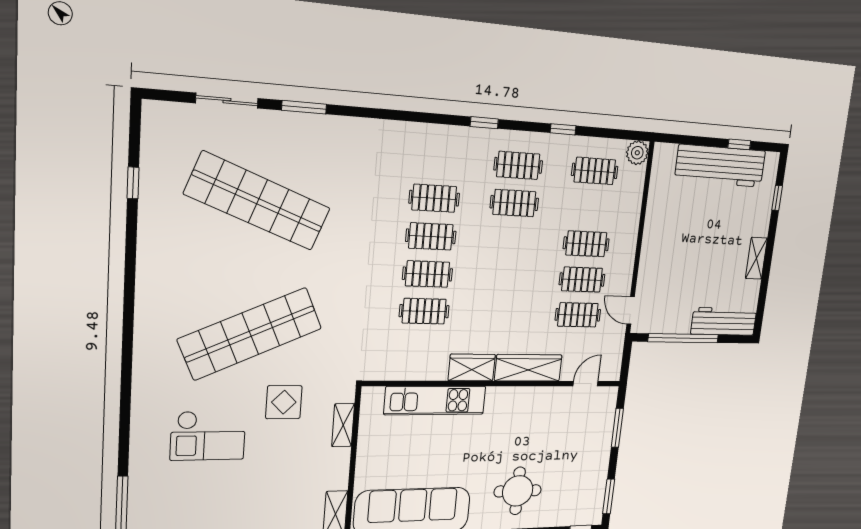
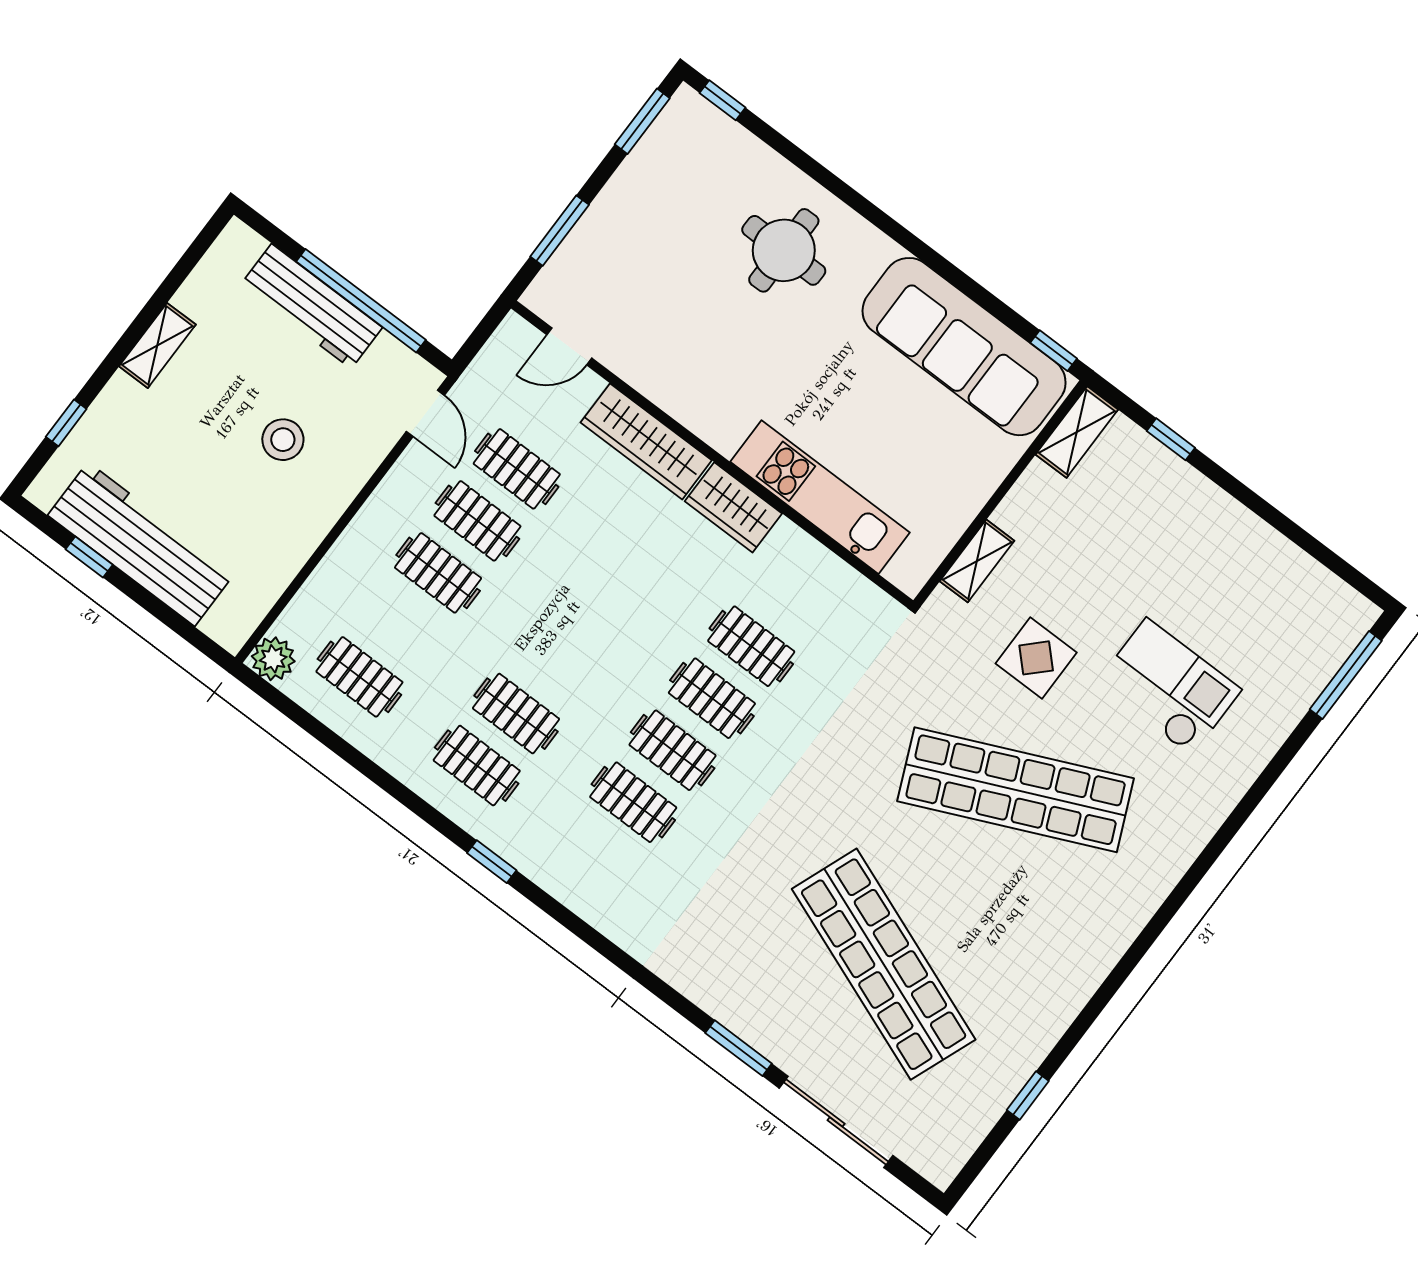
sliding door: (227, 101) -> (836, 1122), width x1.37
window: (563, 129) -> (375, 773), removed
stool: (685, 255) -> (283, 440), added
workbench: (724, 321) -> (311, 306), moved

